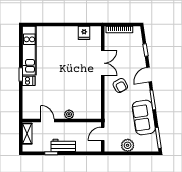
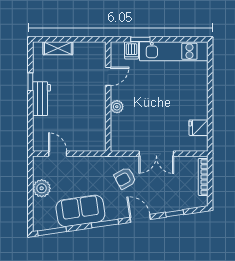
plant: (69, 114) -> (117, 107), moved
door: (47, 121) -> (108, 76), moved
wall: (62, 121) -> (108, 96), moved

